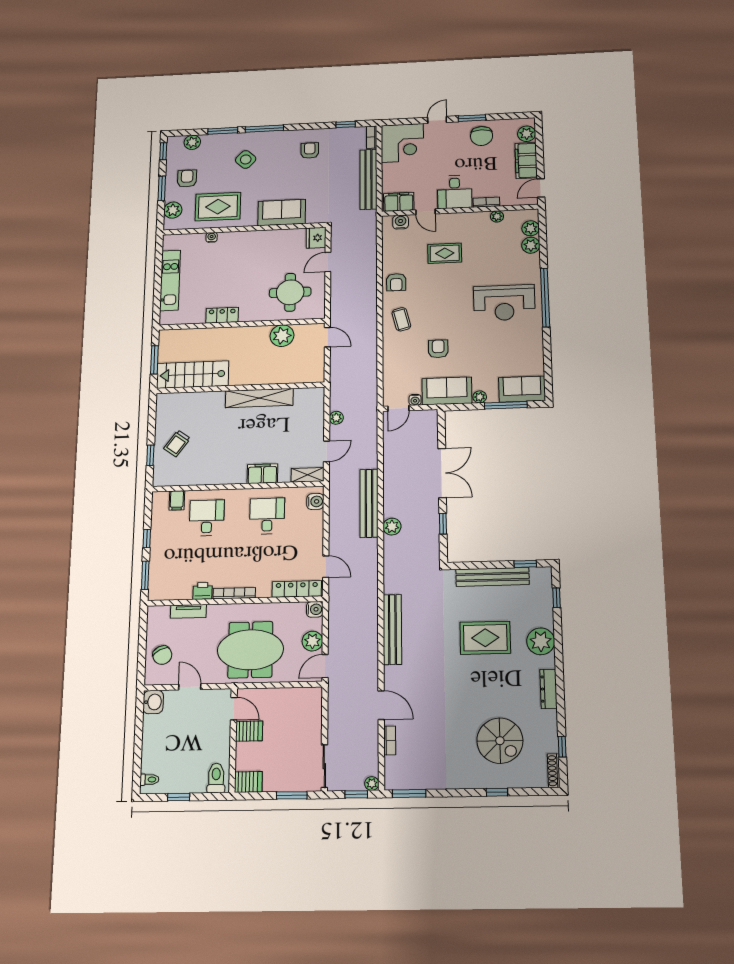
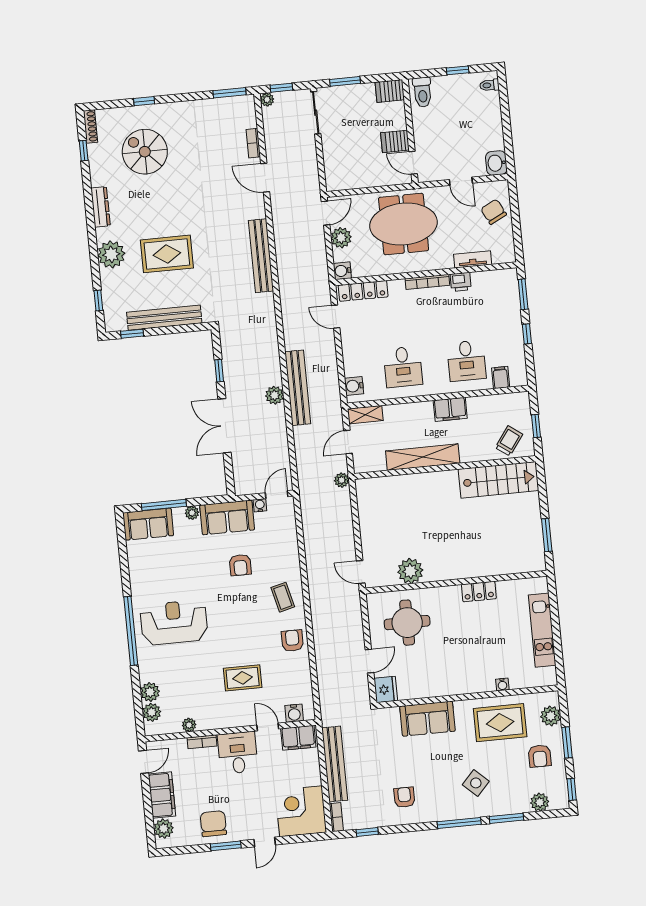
armchair: (310, 151) -> (404, 797), turned 180
stairs: (193, 375) -> (498, 480), moved
wall: (240, 388) -> (445, 468), moved
shelving: (259, 398) -> (423, 457), moved
filing cabinet: (262, 474) -> (450, 409), moved
plant: (392, 527) -> (275, 395), moved

